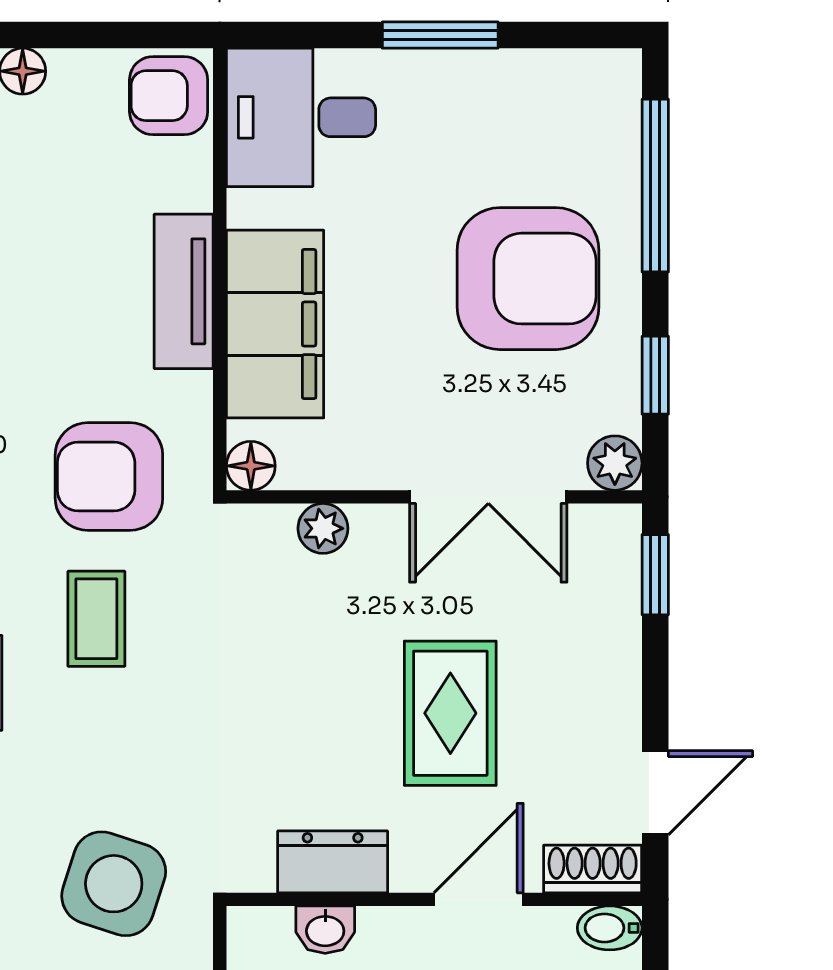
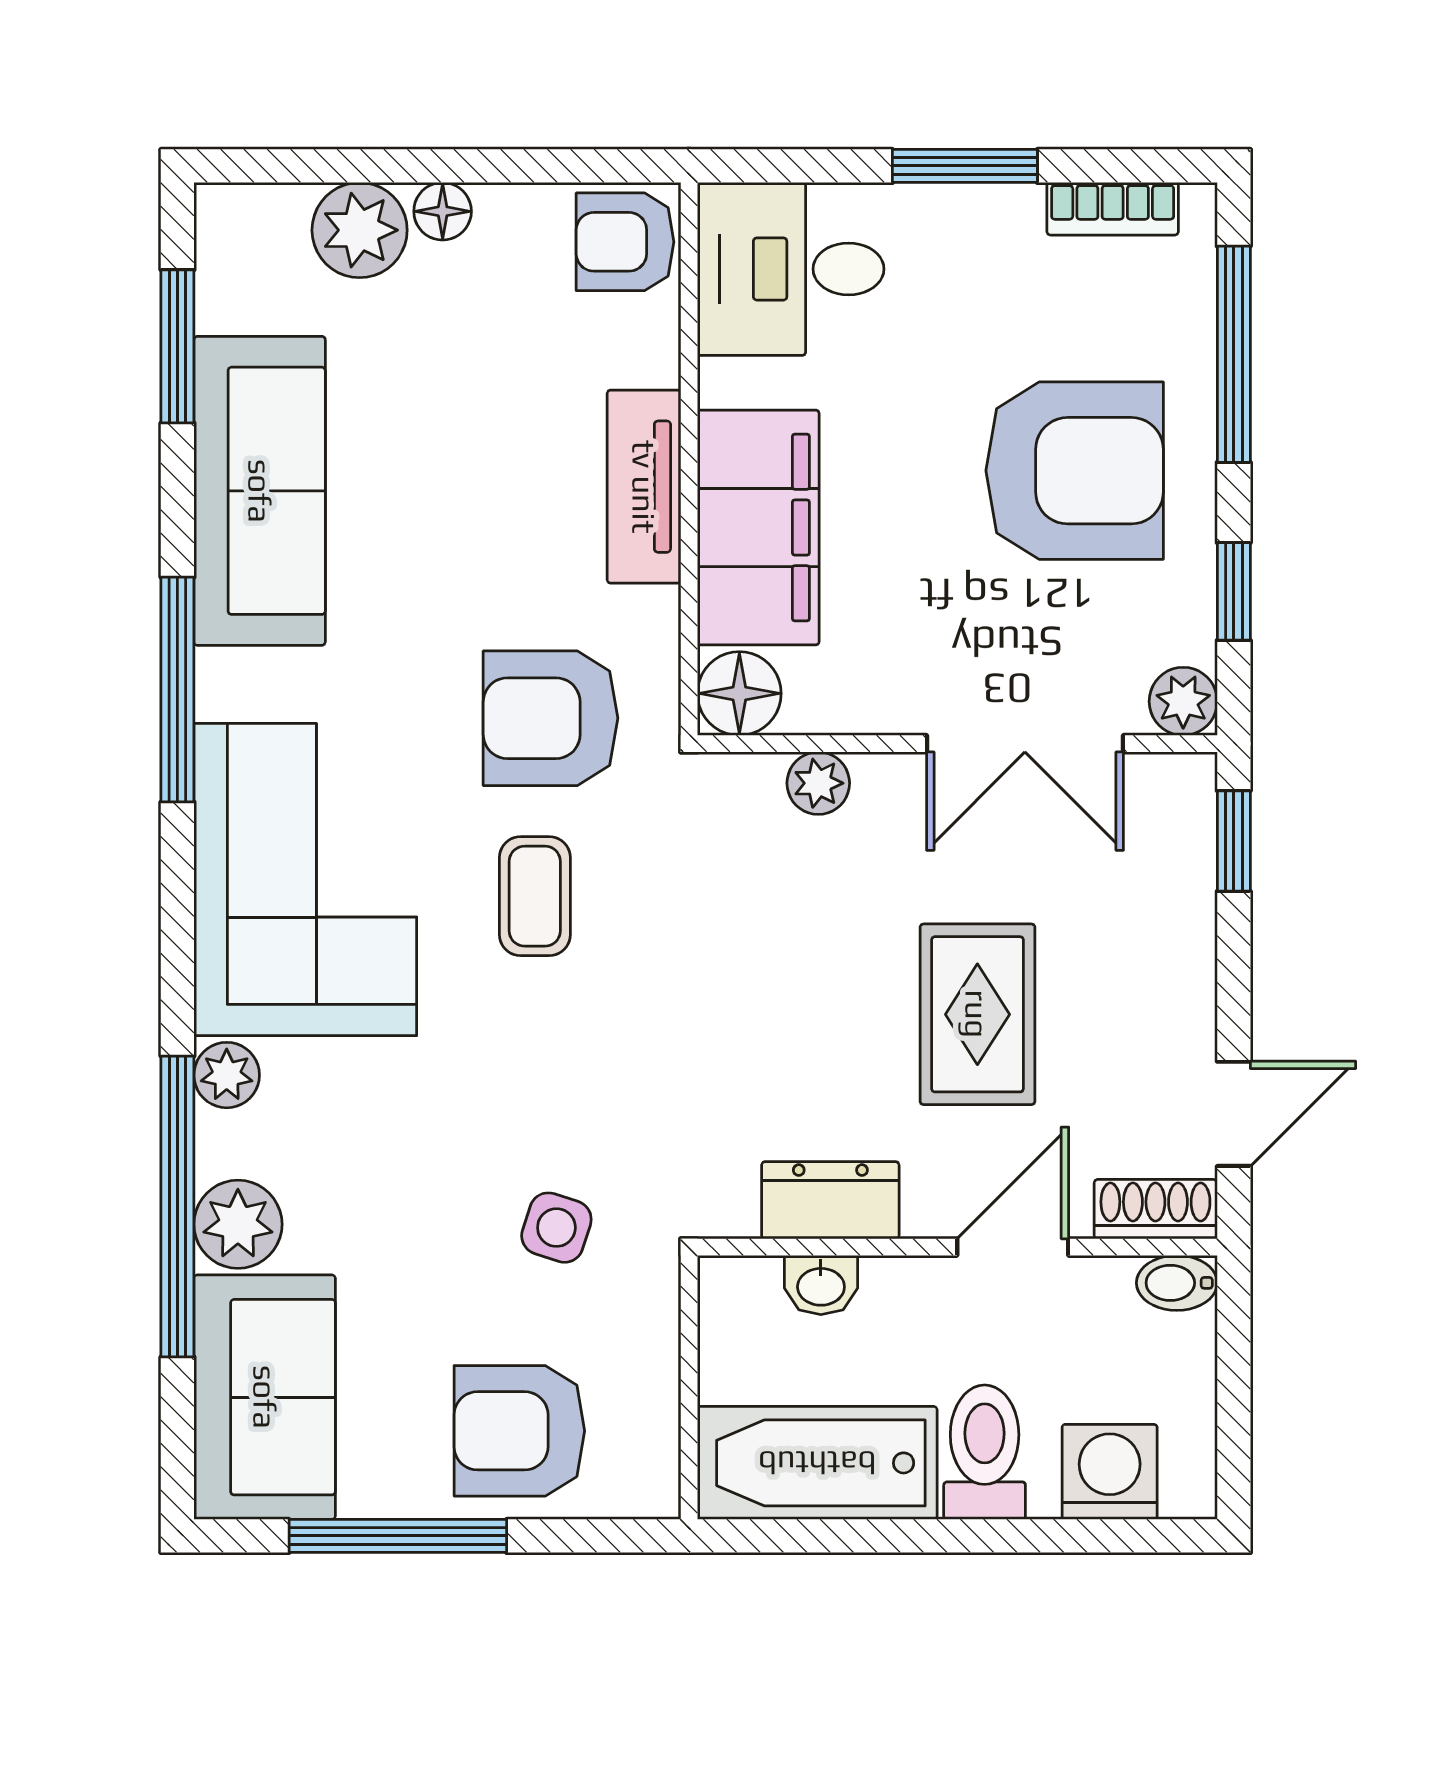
bookcase: (558, 69) -> (1113, 209), added
floor lamp: (251, 466) -> (739, 693), width x1.37, depth x1.37
side table: (114, 884) -> (556, 1228), width x0.54, depth x0.54

